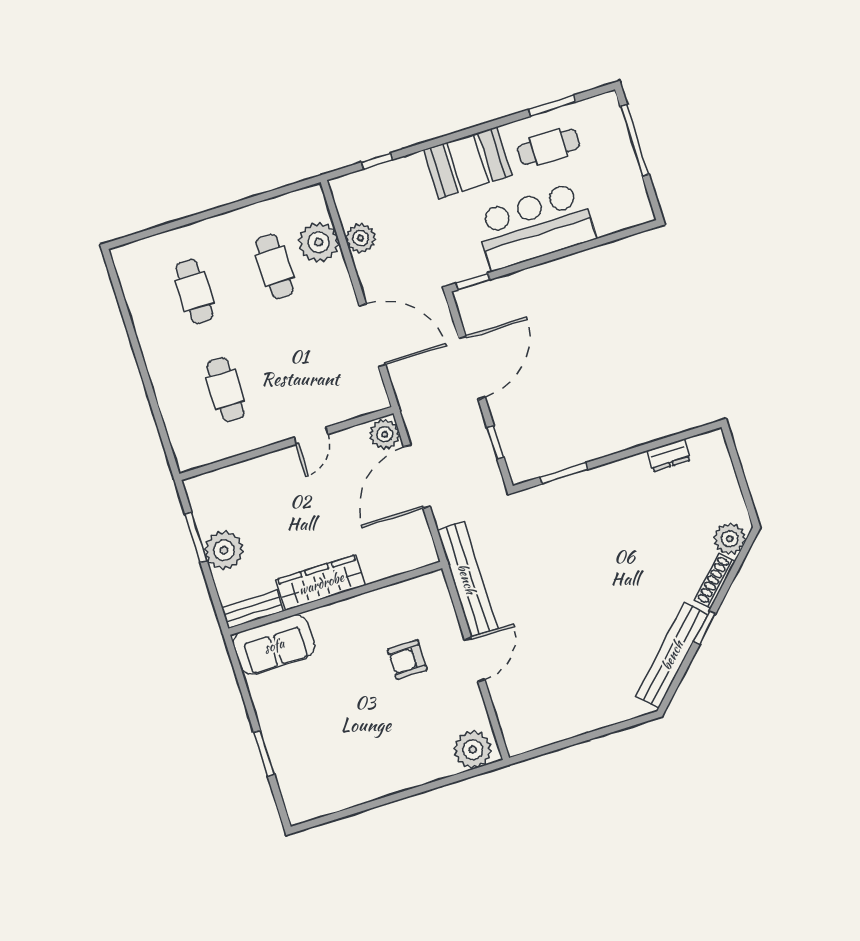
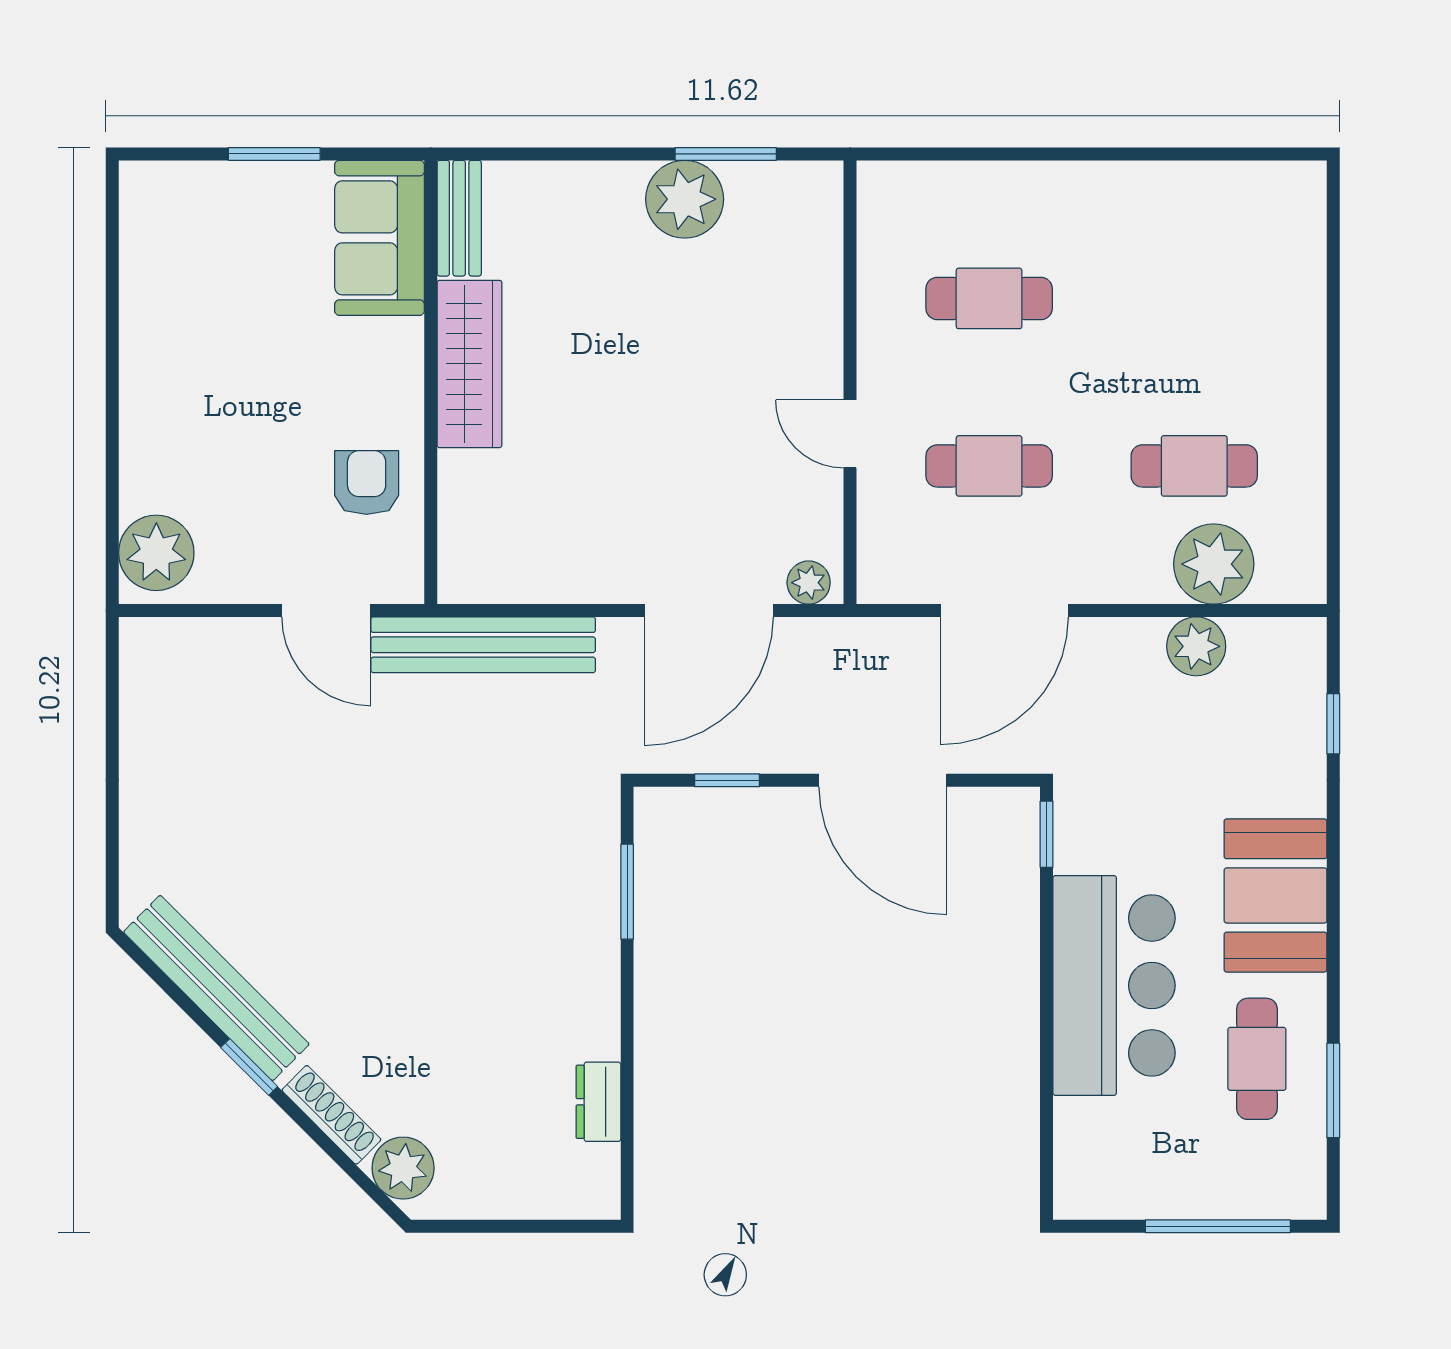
cafe table: (194, 292) -> (989, 466), moved
plant: (385, 434) -> (809, 583), width x0.73, depth x0.73
door: (417, 477) -> (709, 610), swing flipped
wardrobe: (321, 583) -> (469, 364), moved
wall: (335, 598) -> (431, 382), moved
bench: (253, 609) -> (459, 218), moved
sofa: (274, 645) -> (380, 238), moved

